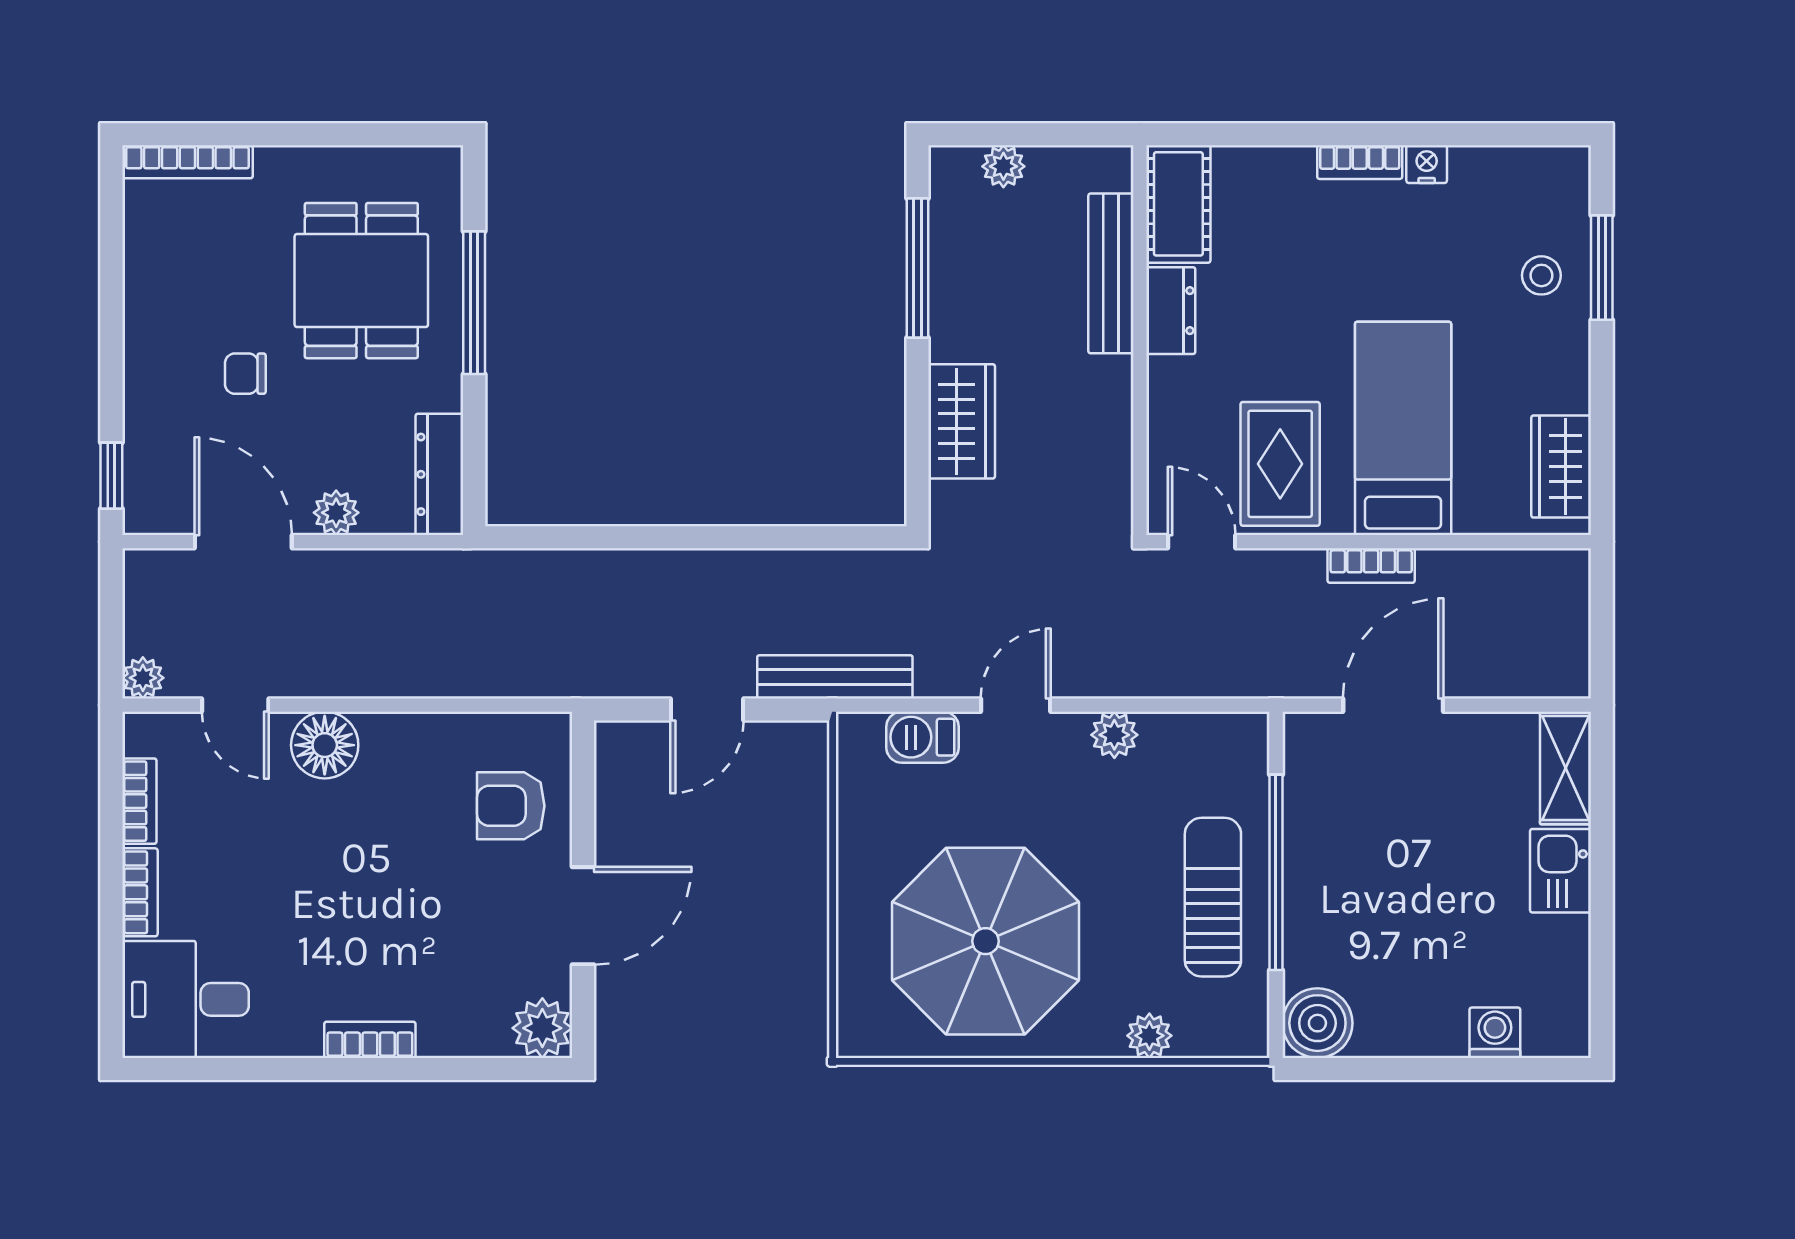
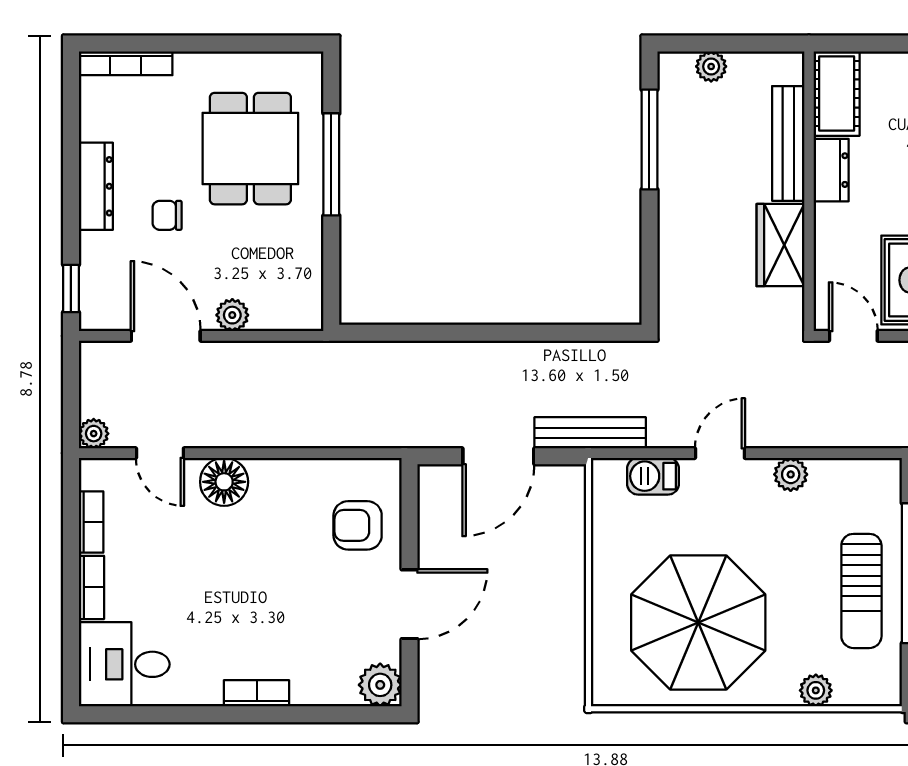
wardrobe: (962, 421) -> (780, 245), moved, turned 180
dresser: (439, 474) -> (96, 186), moved, turned 180
door: (707, 709) -> (498, 456), width x1.38
sun lounger: (1213, 897) -> (861, 591), turned 180

